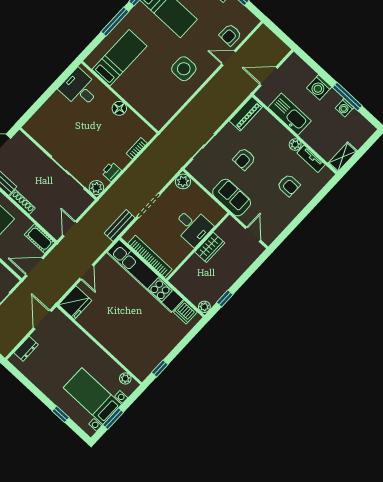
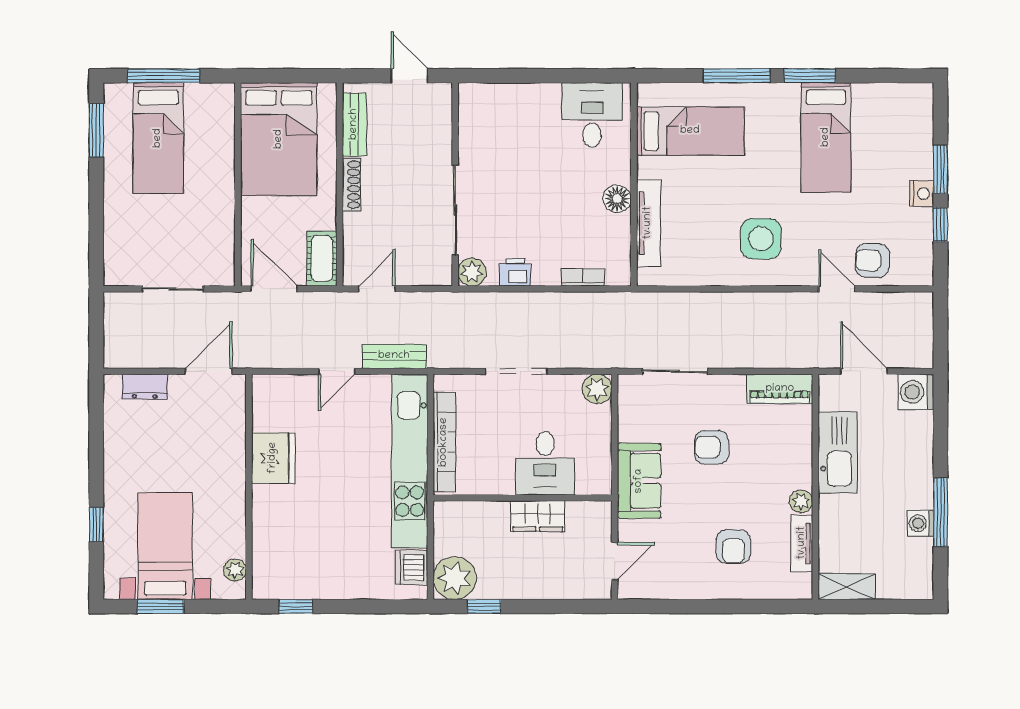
washing machine: (319, 87) -> (916, 392), moved
tv unit: (139, 105) -> (648, 223), added
bench: (120, 226) -> (394, 356), moved
fridge: (75, 303) -> (273, 458), moved, turned -90
plant: (204, 307) -> (455, 578), width x1.88, depth x1.88

